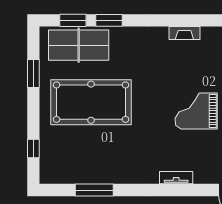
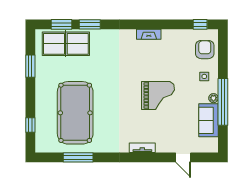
pool table: (91, 102) -> (75, 113), moved, turned 90
grand piano: (196, 111) -> (158, 95), turned 180

